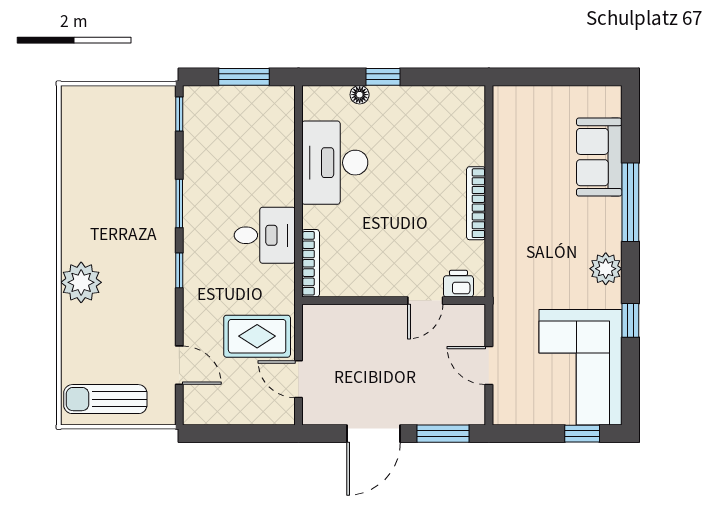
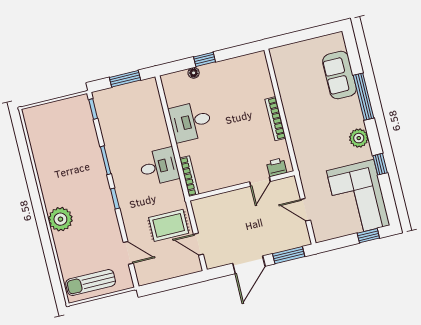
desk: (335, 163) -> (191, 122), width x0.73

